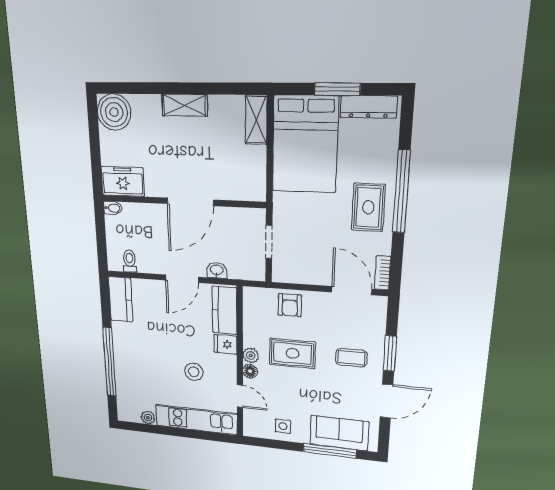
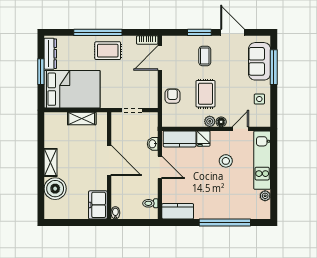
boiler: (114, 112) -> (55, 189), moved
shelving: (256, 120) -> (82, 118), moved
armchair: (290, 305) -> (173, 96), turned -90

